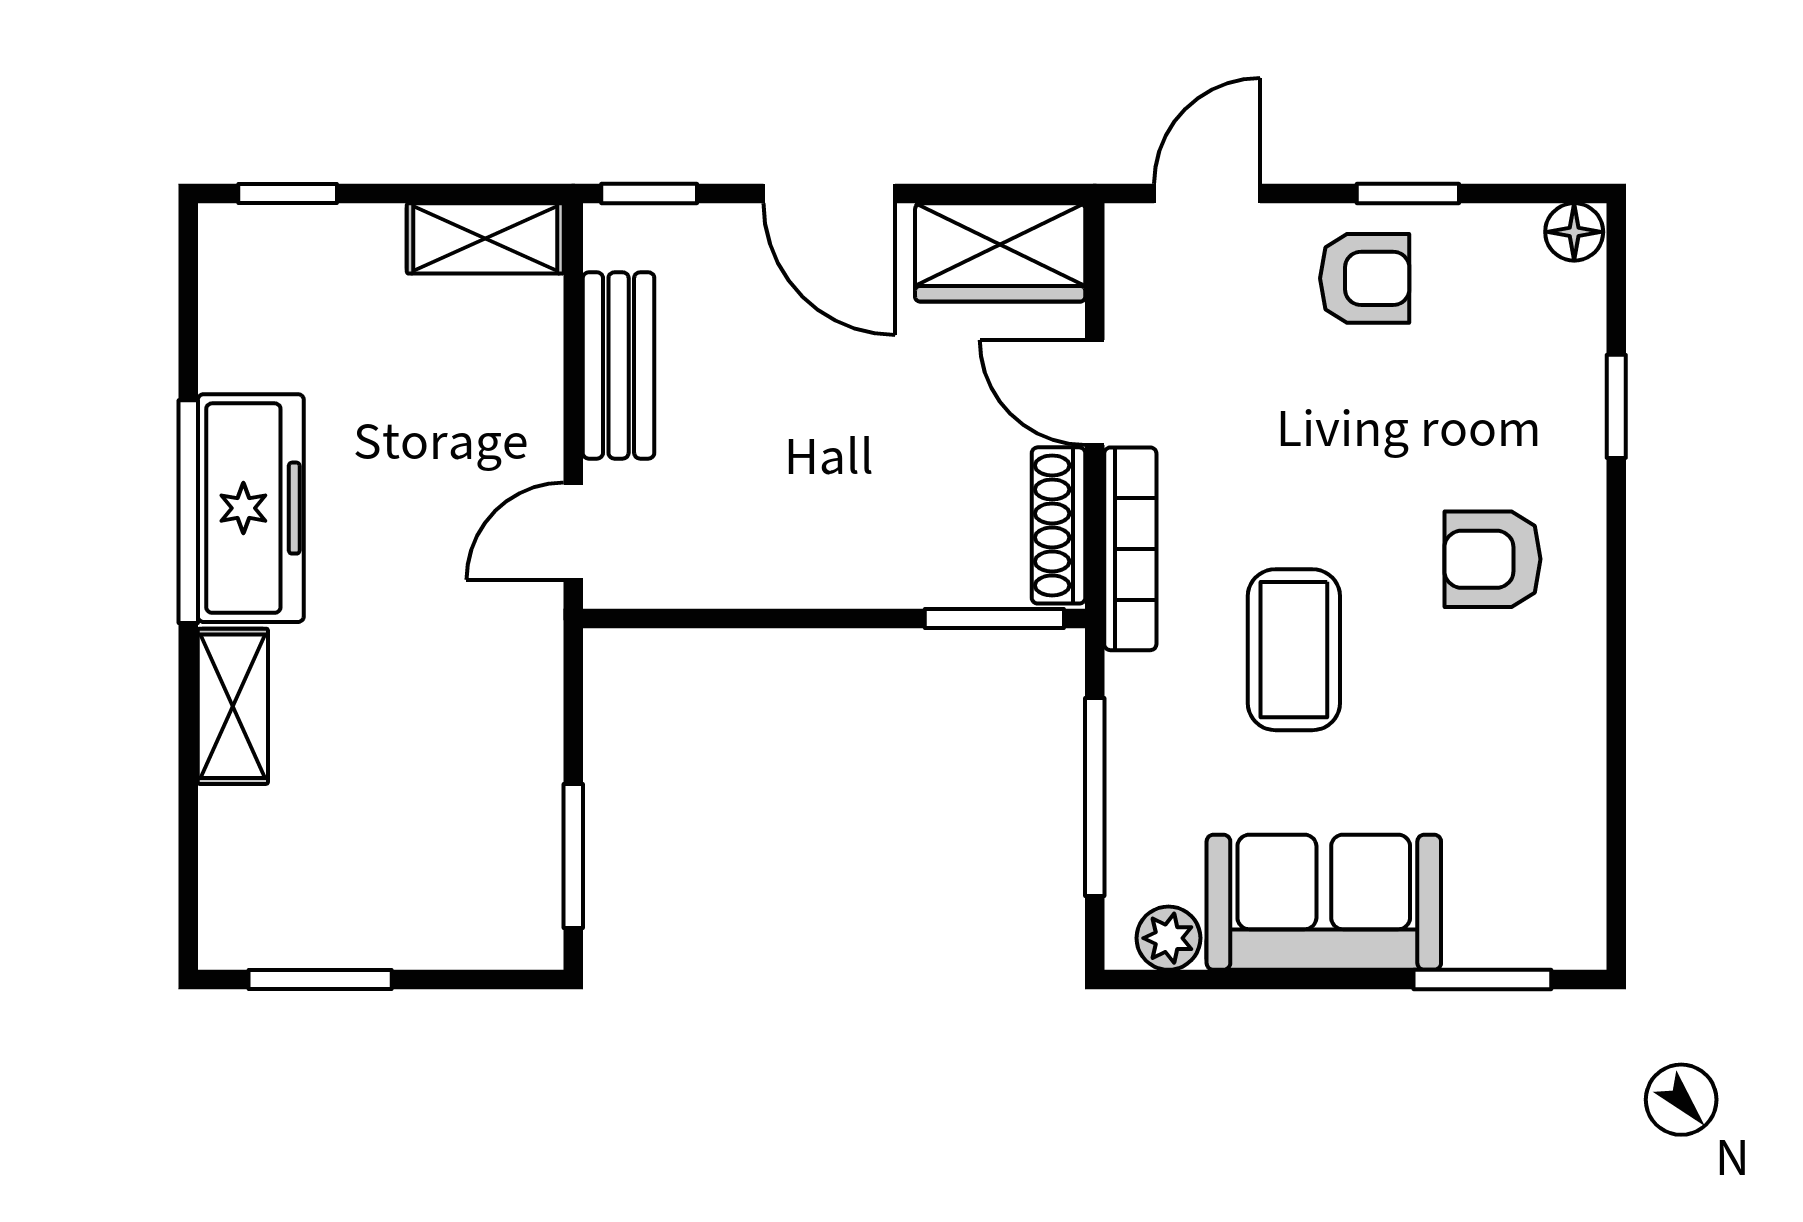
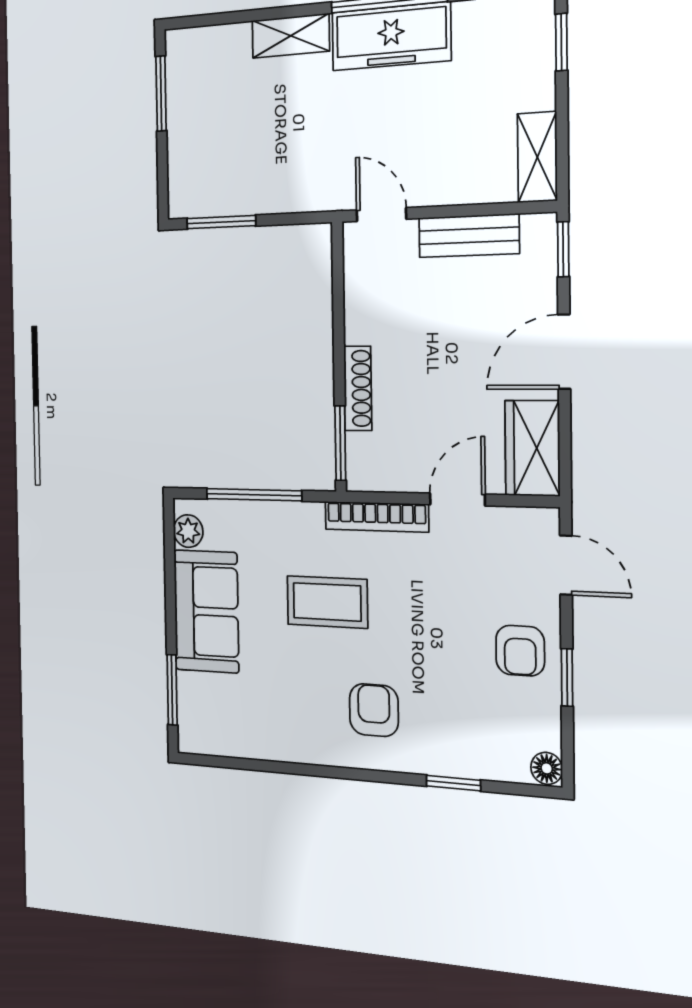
shoe rack: (1059, 525) -> (358, 388), moved, turned 90

